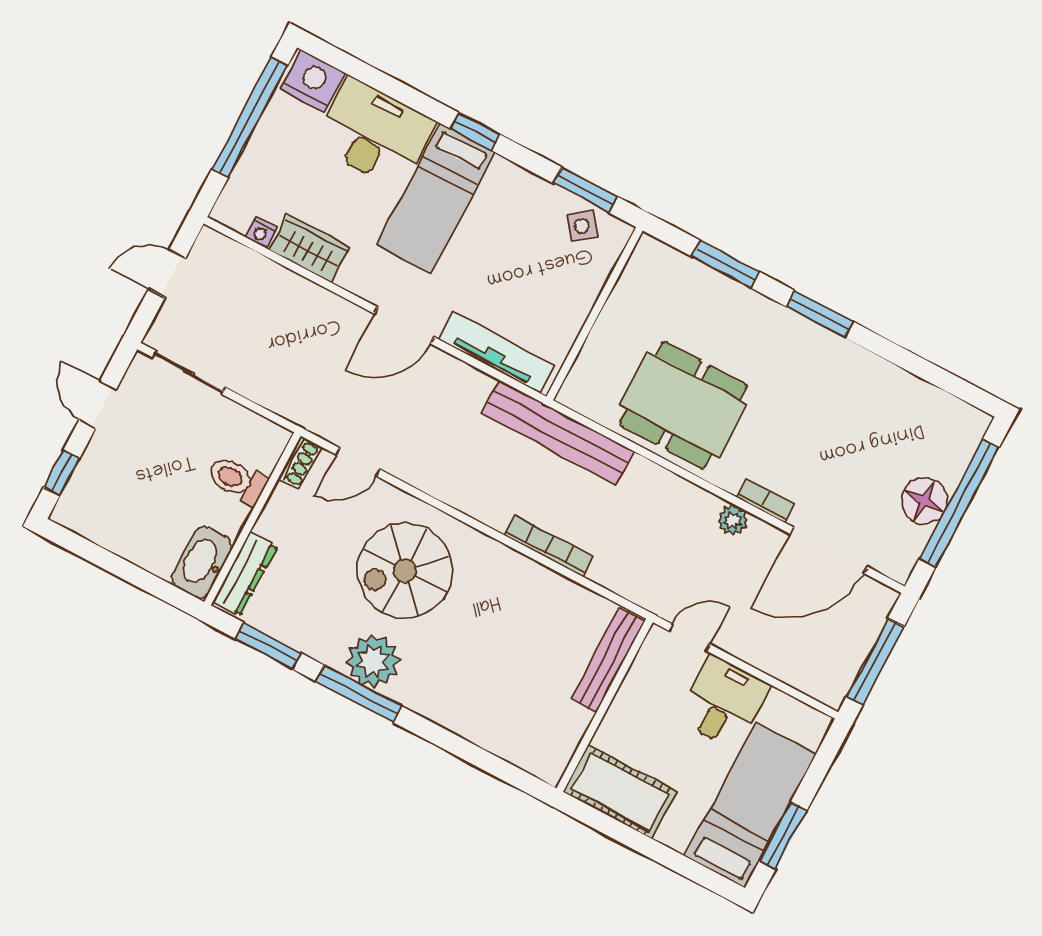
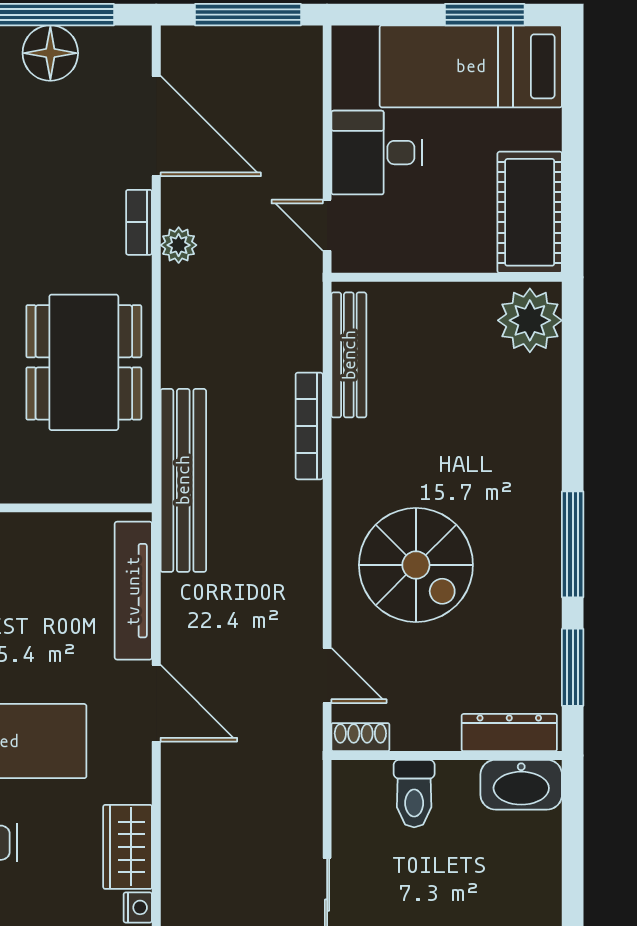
bench: (608, 660) -> (349, 355), moved, turned 90
plant: (373, 661) -> (530, 320), moved

